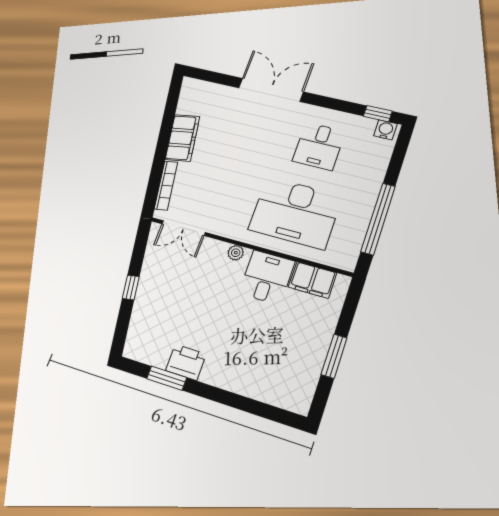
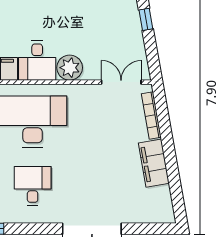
plant: (236, 253) -> (70, 68), width x1.87, depth x1.87

